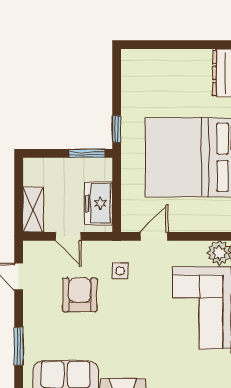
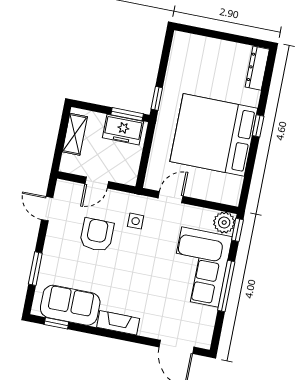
freezer: (98, 203) -> (123, 130), moved, turned -90
shelving: (33, 210) -> (75, 134), moved
door: (68, 236) -> (97, 183), hinge flipped

